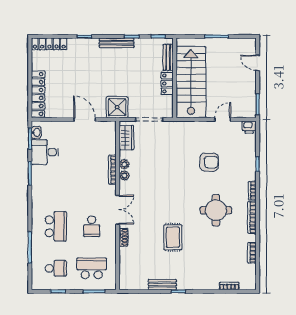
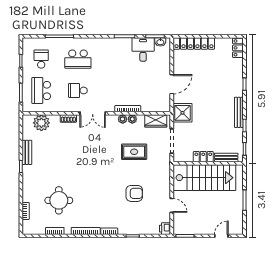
locker: (49, 44) -> (238, 48), width x0.66
armchair: (209, 162) -> (134, 193), turned -90
round table: (216, 210) -> (59, 200), moved
rug: (173, 237) -> (134, 152), moved
school desk: (56, 268) -> (41, 59), turned 180
school desk: (92, 268) -> (41, 90), turned 180
plant: (129, 268) -> (41, 123), added

